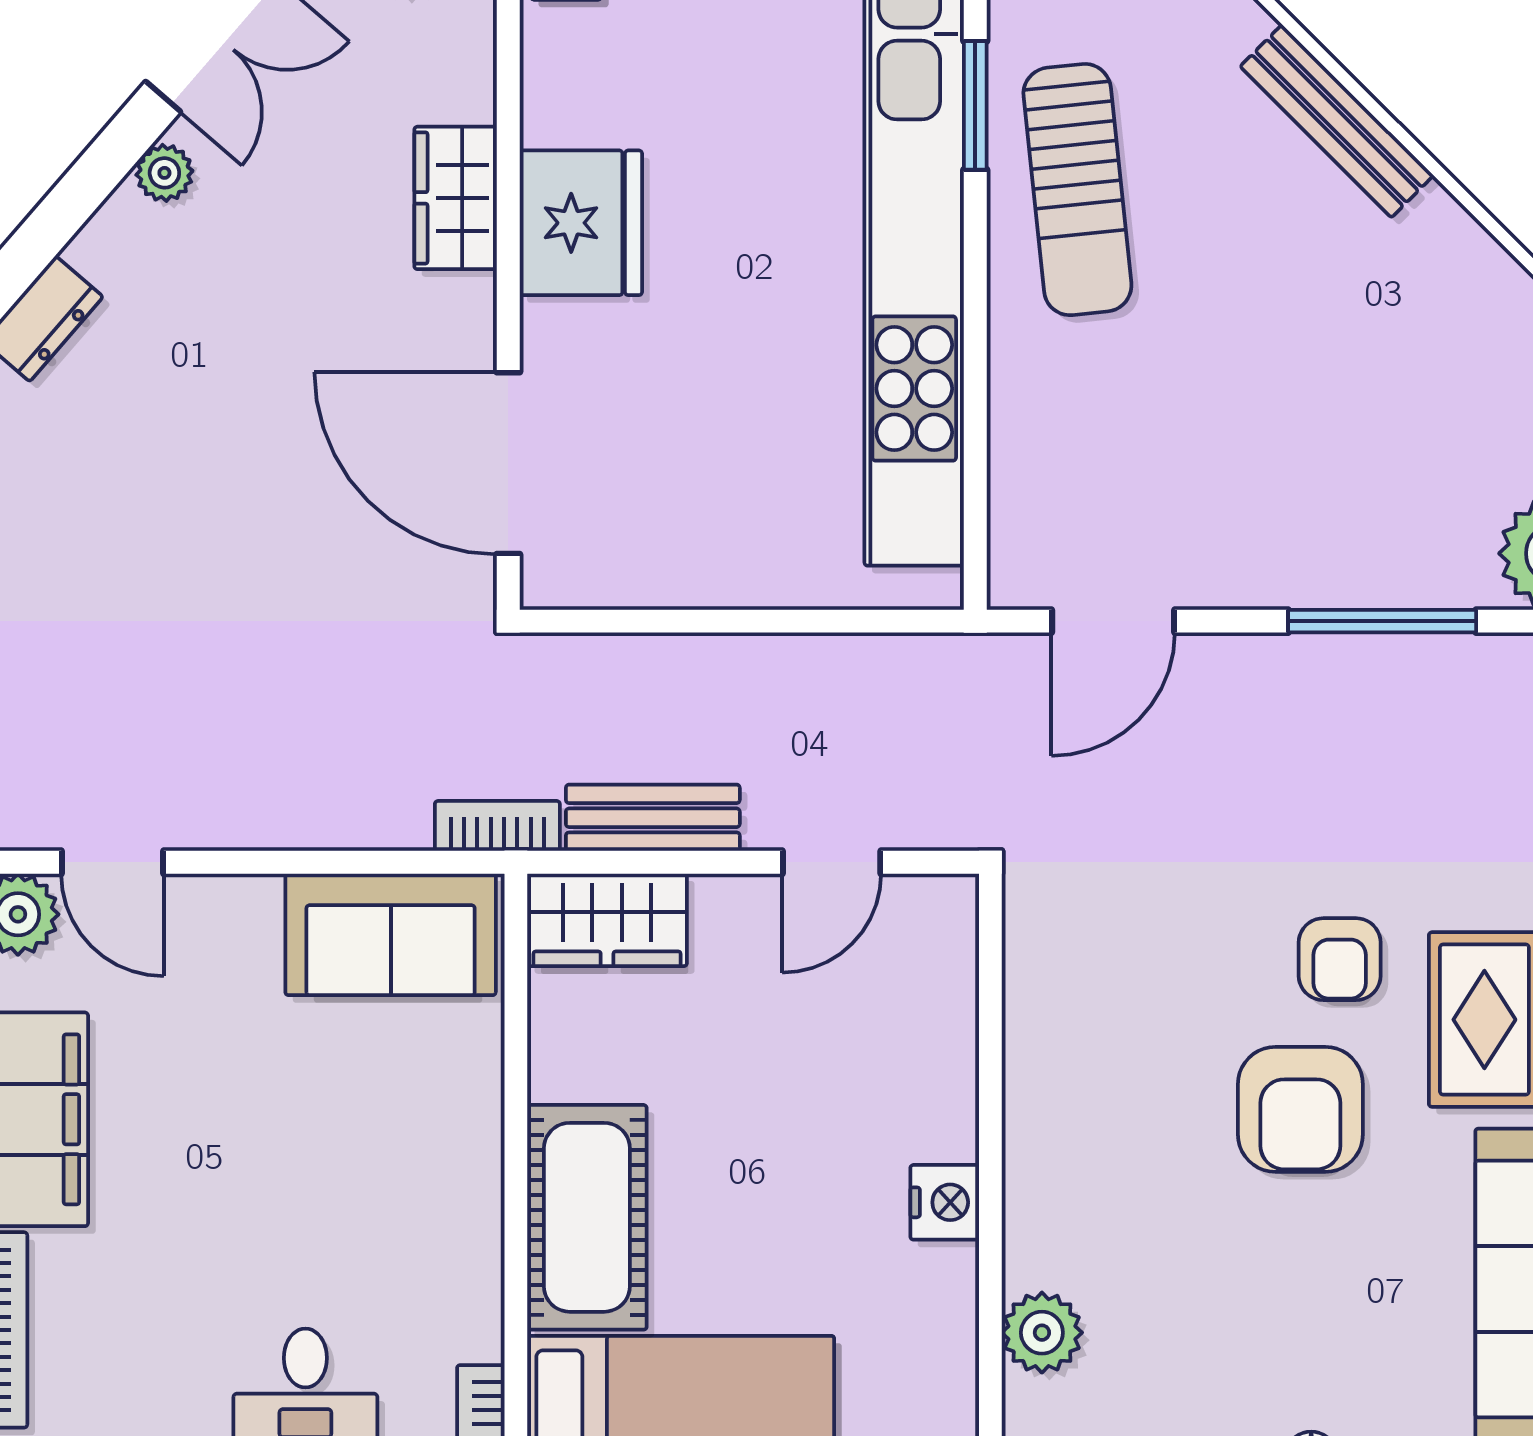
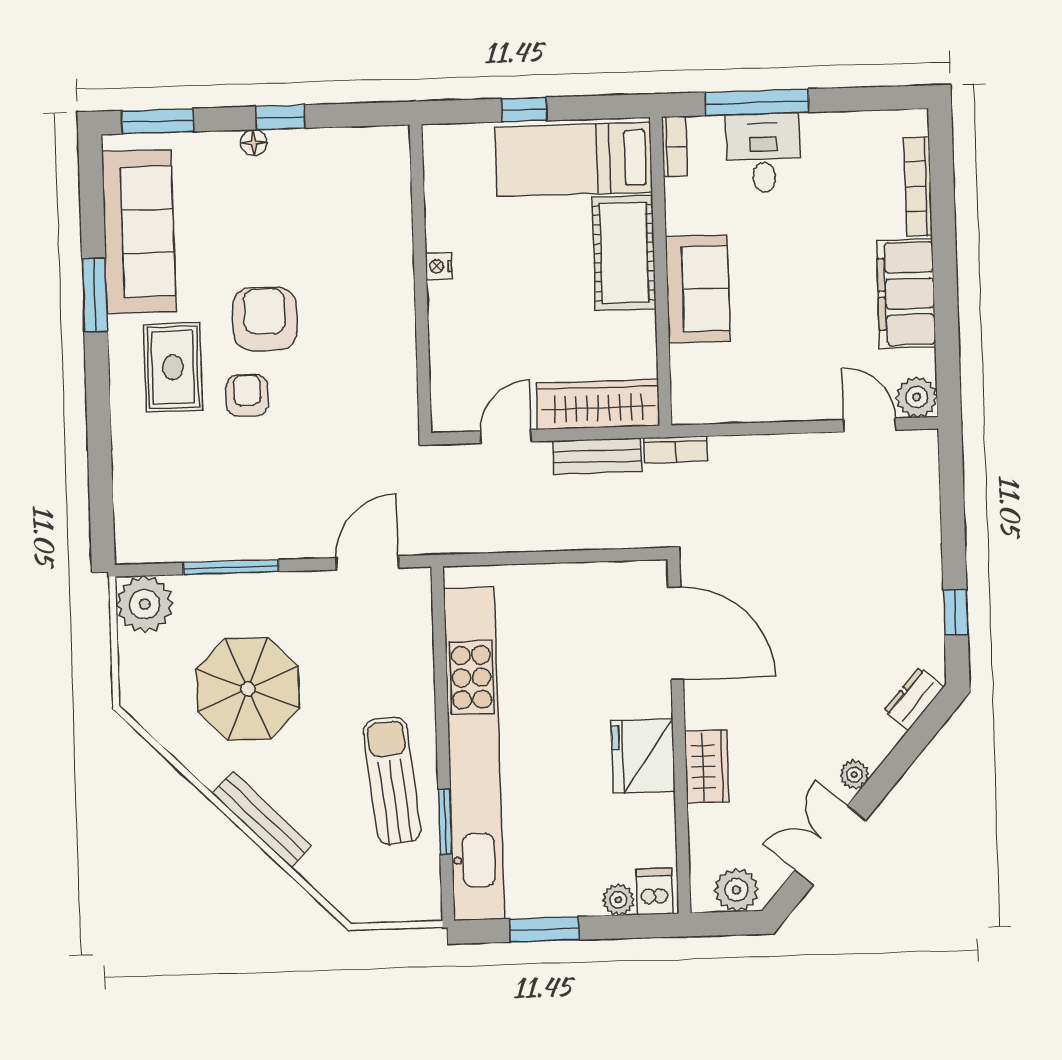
parasol: (1357, 380) -> (248, 689), added
wardrobe: (607, 920) -> (598, 404), width x1.50
sofa: (391, 934) -> (698, 289), moved, turned 90
nightstand: (945, 1202) -> (439, 266), width x0.72, depth x0.74
plant: (1042, 1333) -> (392, 202), removed

